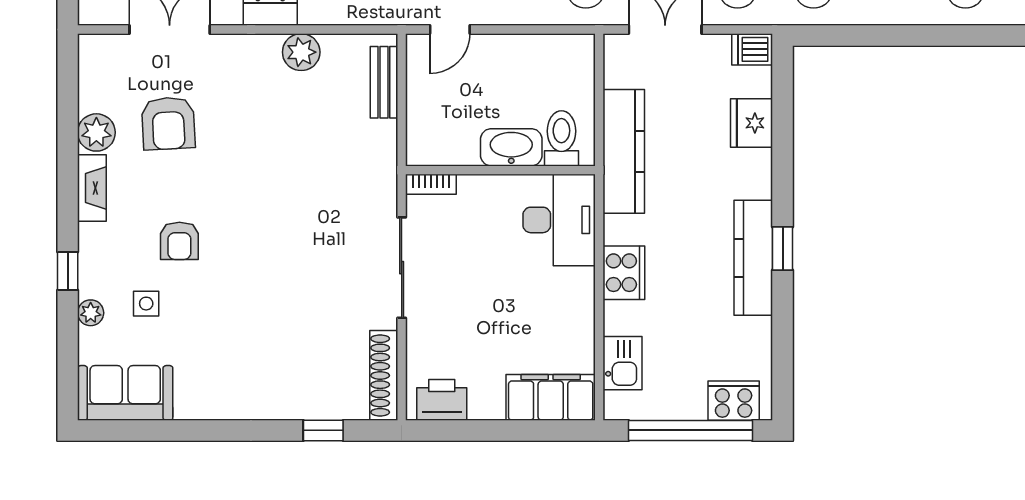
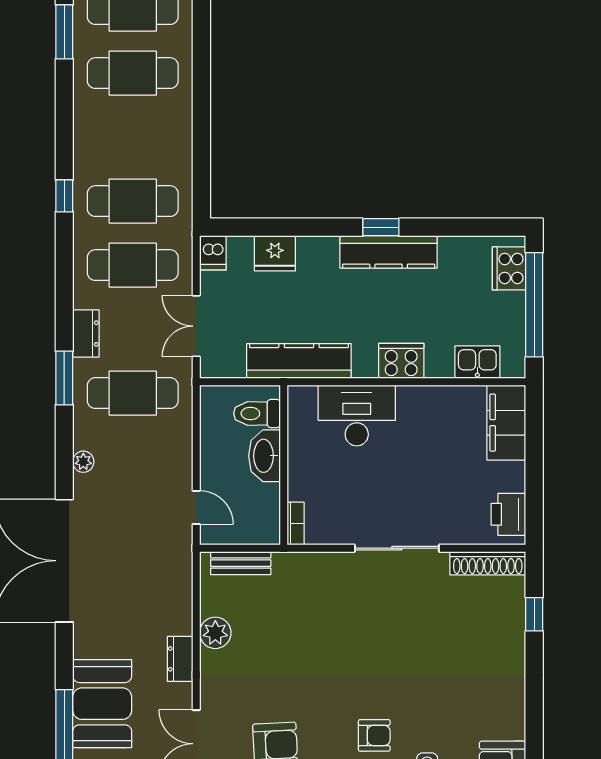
toilet: (561, 138) -> (257, 413), moved
washbasin: (511, 147) -> (264, 456), moved
wall: (500, 170) -> (284, 465), moved
bookcase: (431, 184) -> (296, 523), moved

